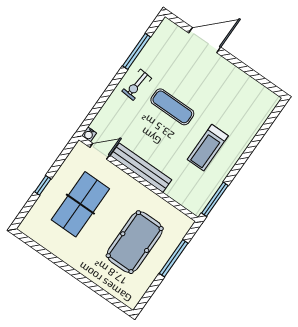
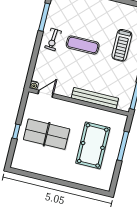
treadmill: (208, 148) -> (122, 45), moved
bench: (141, 168) -> (95, 98), moved
table tennis table: (80, 204) -> (47, 134), turned 90

